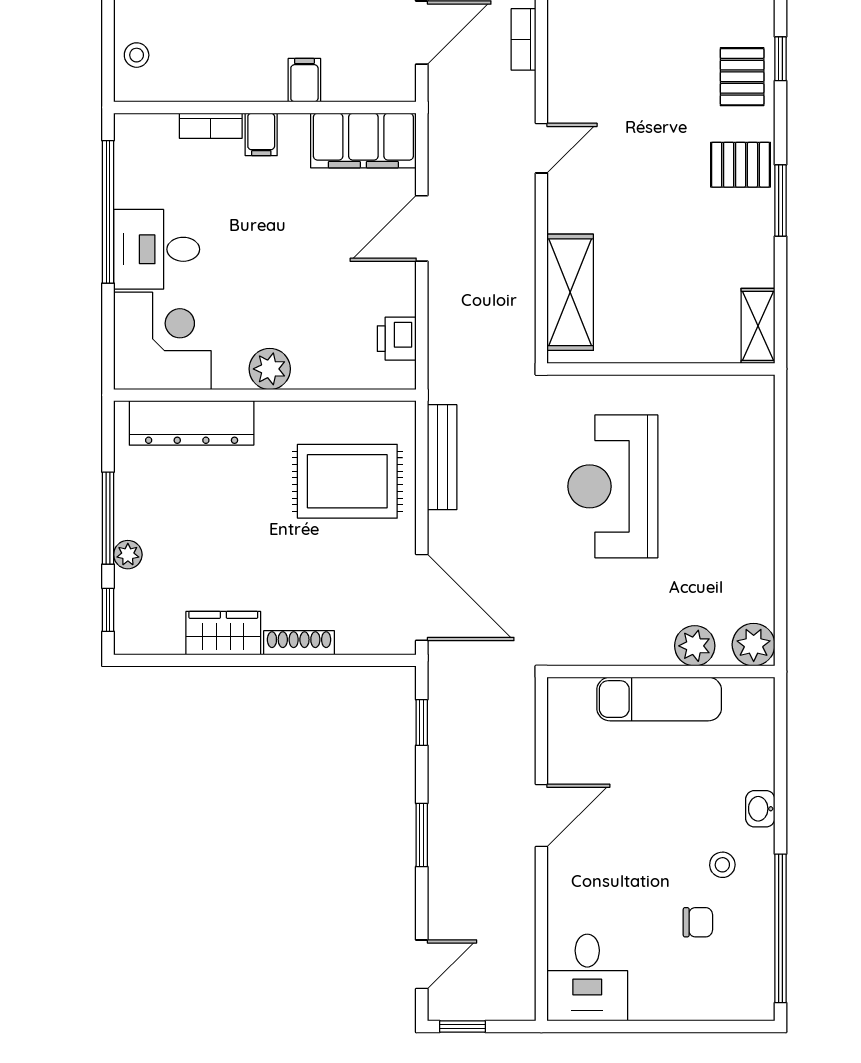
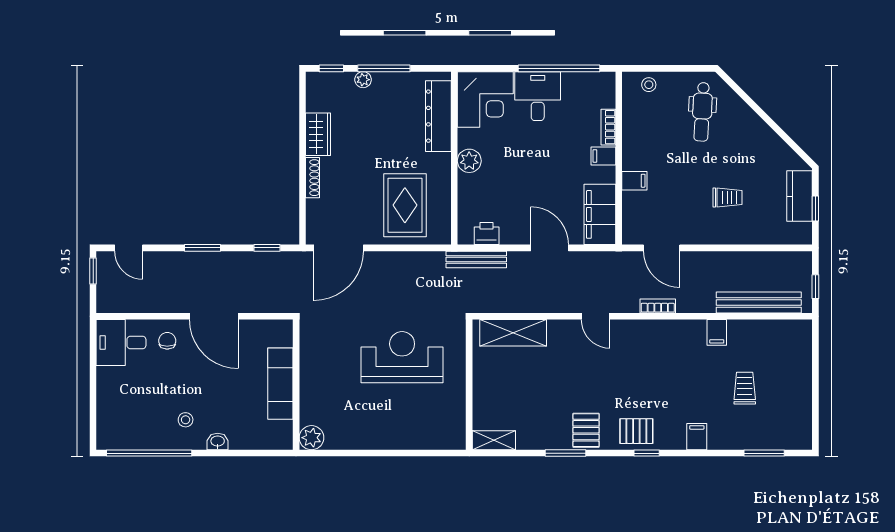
bench: (442, 457) -> (476, 259), moved
plant: (695, 646) -> (311, 404), removed
door: (541, 815) -> (214, 316), width x1.36
chair: (698, 922) -> (167, 341), moved, turned 180

